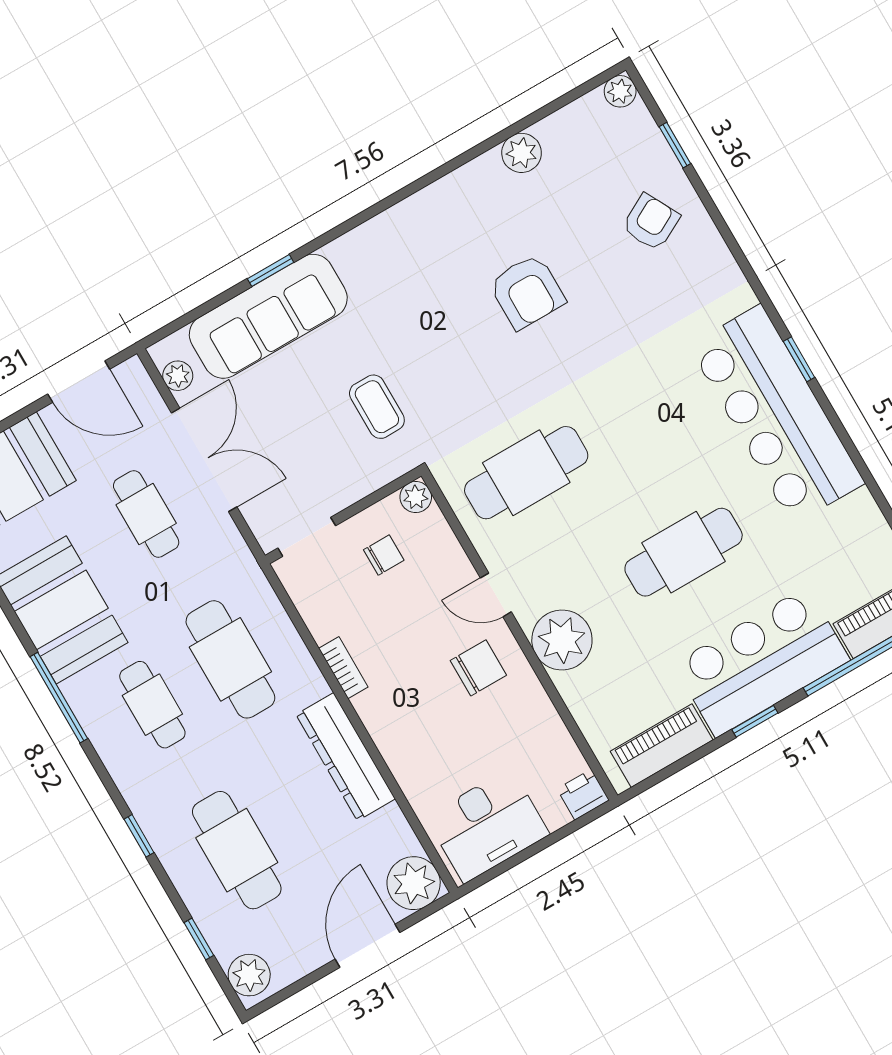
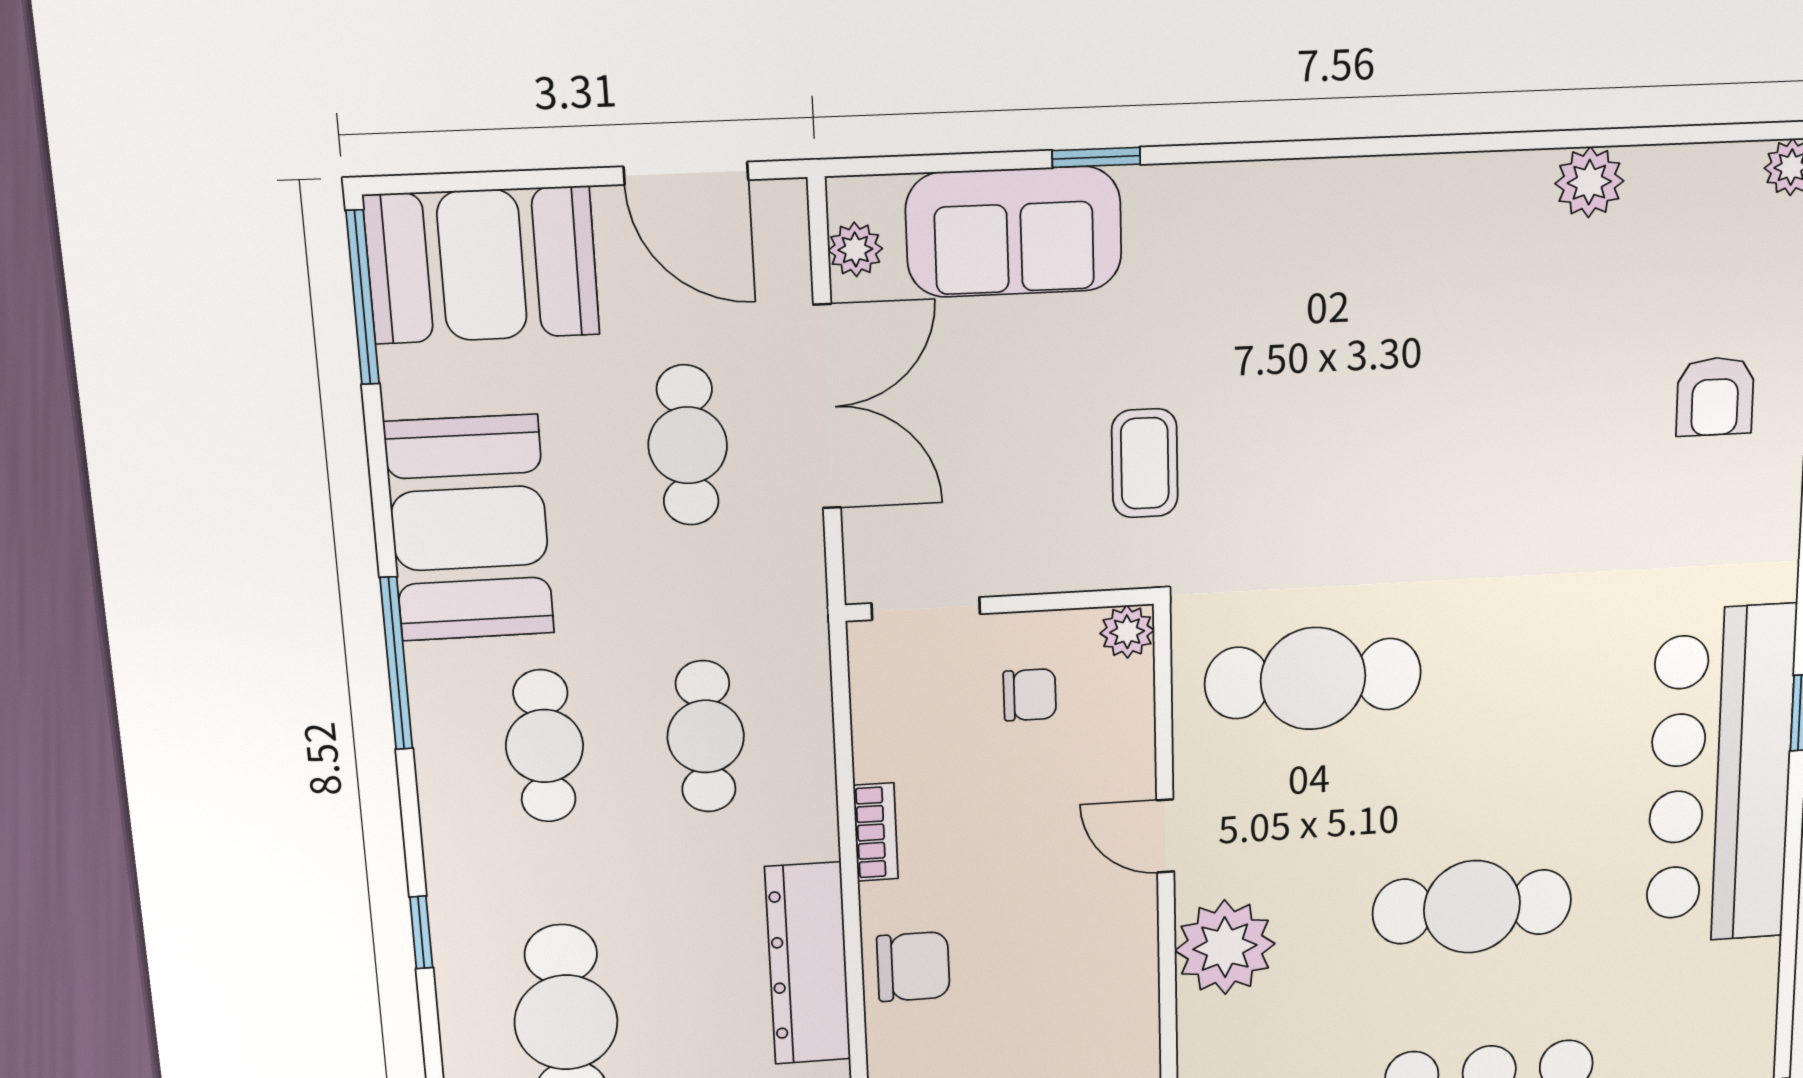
armchair: (651, 222) -> (1715, 396), turned 118
armchair: (527, 292) -> (1472, 405), removed
sofa: (268, 316) -> (1014, 232), width x0.73
cafe table: (230, 659) -> (706, 736), width x0.73, depth x0.74
chair: (478, 668) -> (913, 967), moved

